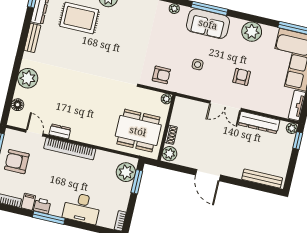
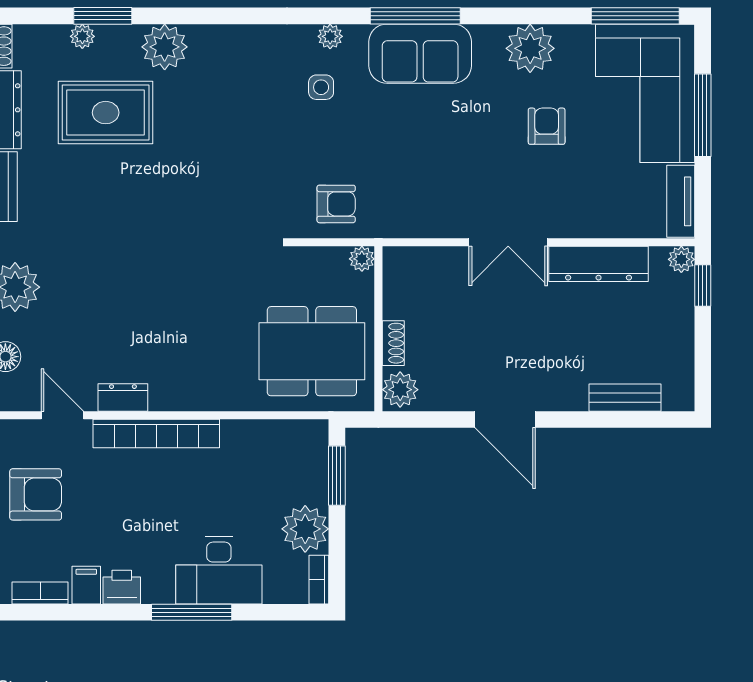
side table: (198, 65) -> (321, 87), moved
armchair: (242, 77) -> (547, 126), moved
armchair: (17, 162) -> (36, 494), turned 180
plant: (126, 172) -> (305, 529), moved
bench: (262, 179) -> (625, 398), width x0.73
window: (49, 218) -> (192, 612), moved

